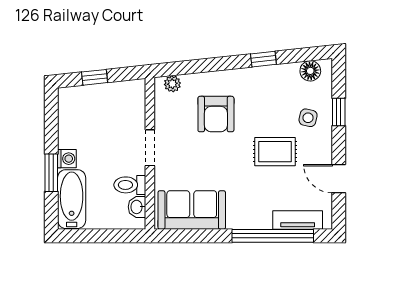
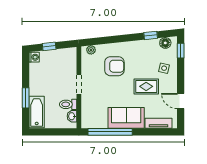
window: (263, 59) -> (151, 35), moved
window: (339, 112) -> (181, 51), moved
armchair: (216, 114) -> (114, 66), turned -90
washing machine: (67, 159) -> (34, 57), moved
sofa: (192, 210) -> (126, 118), moved
window: (273, 236) -> (110, 132), moved

